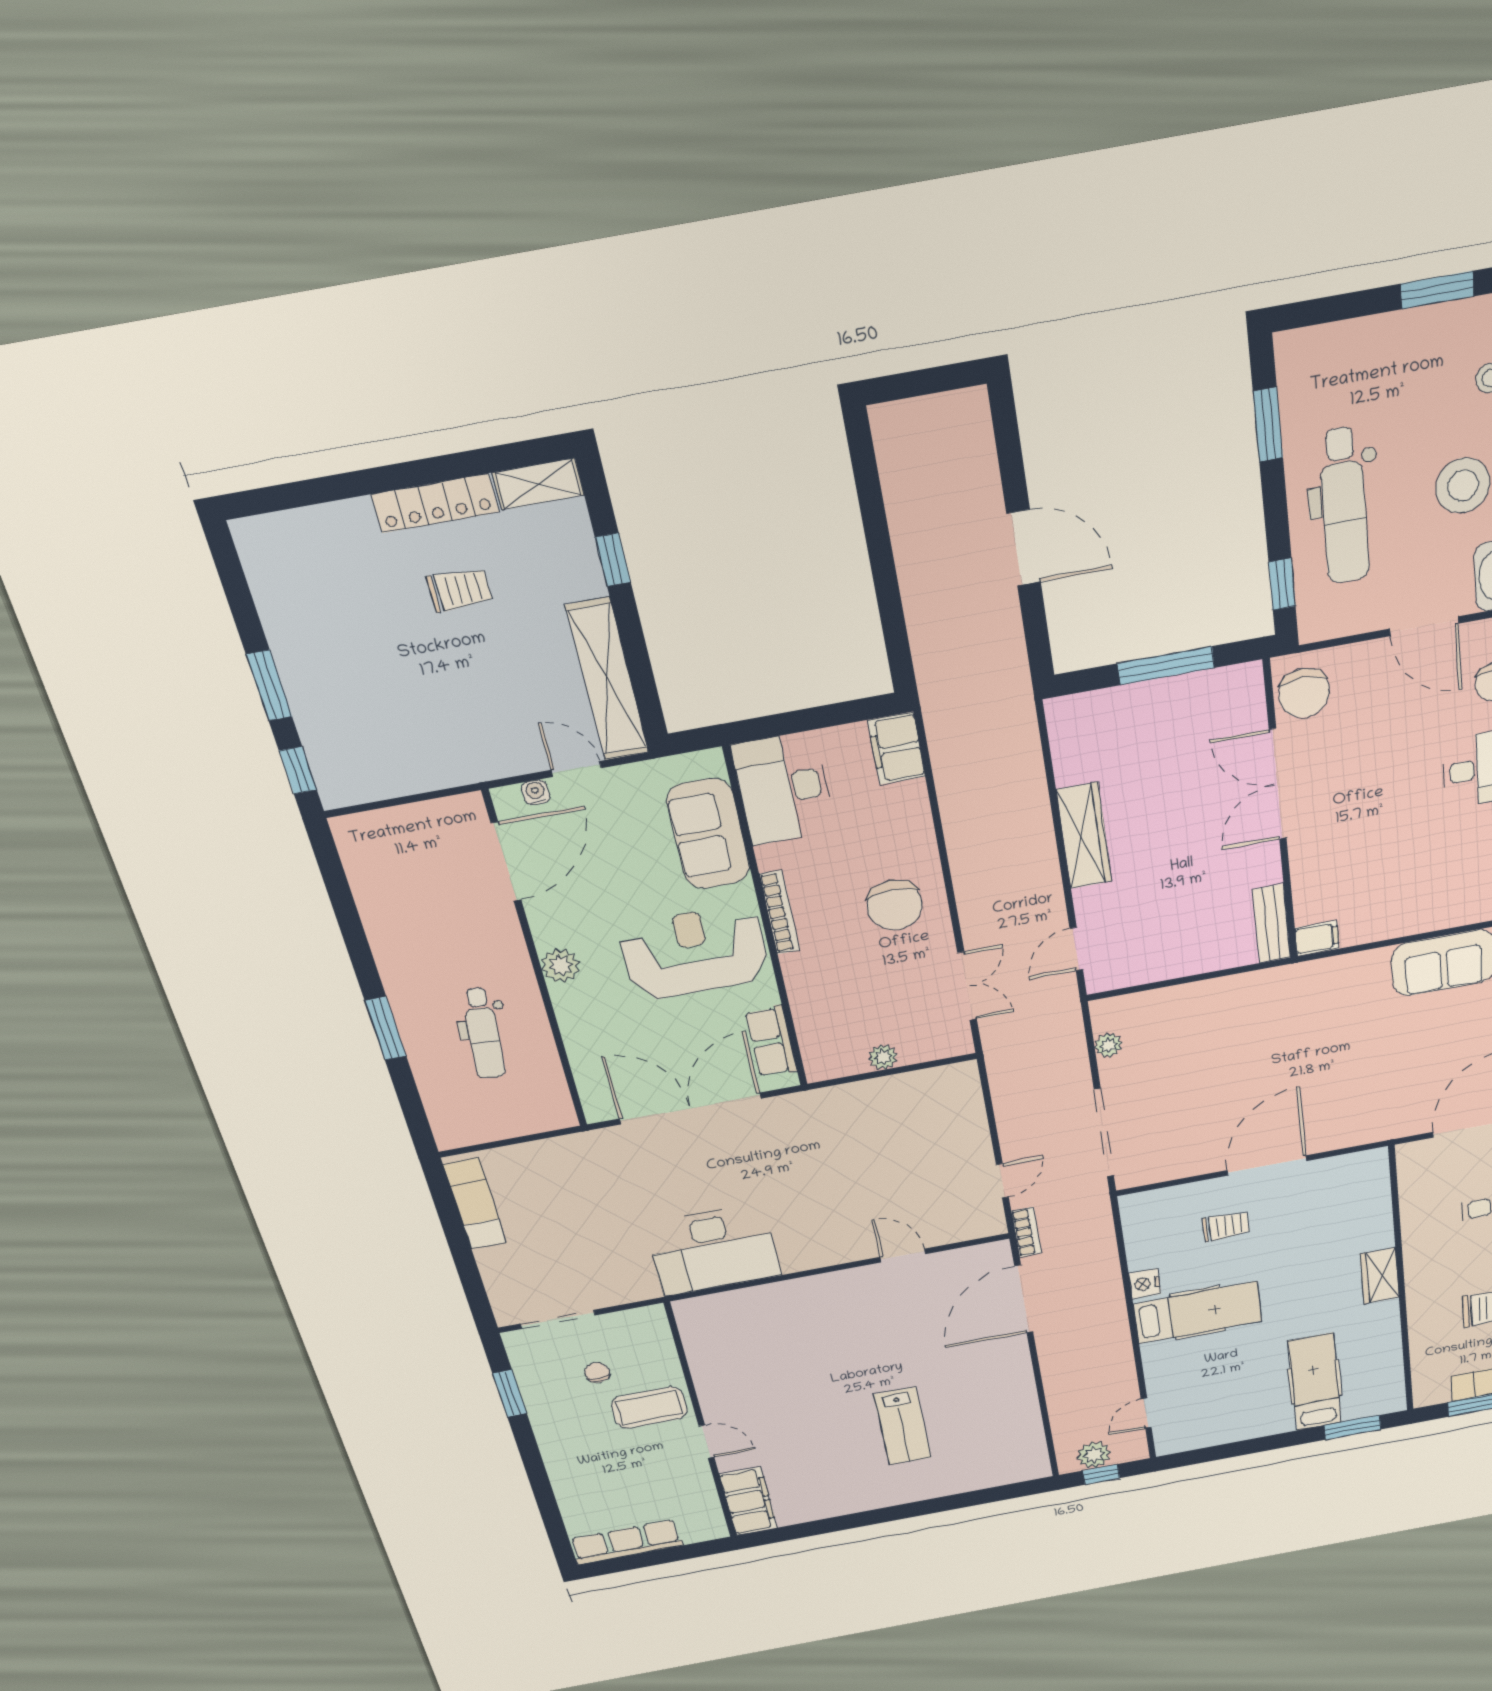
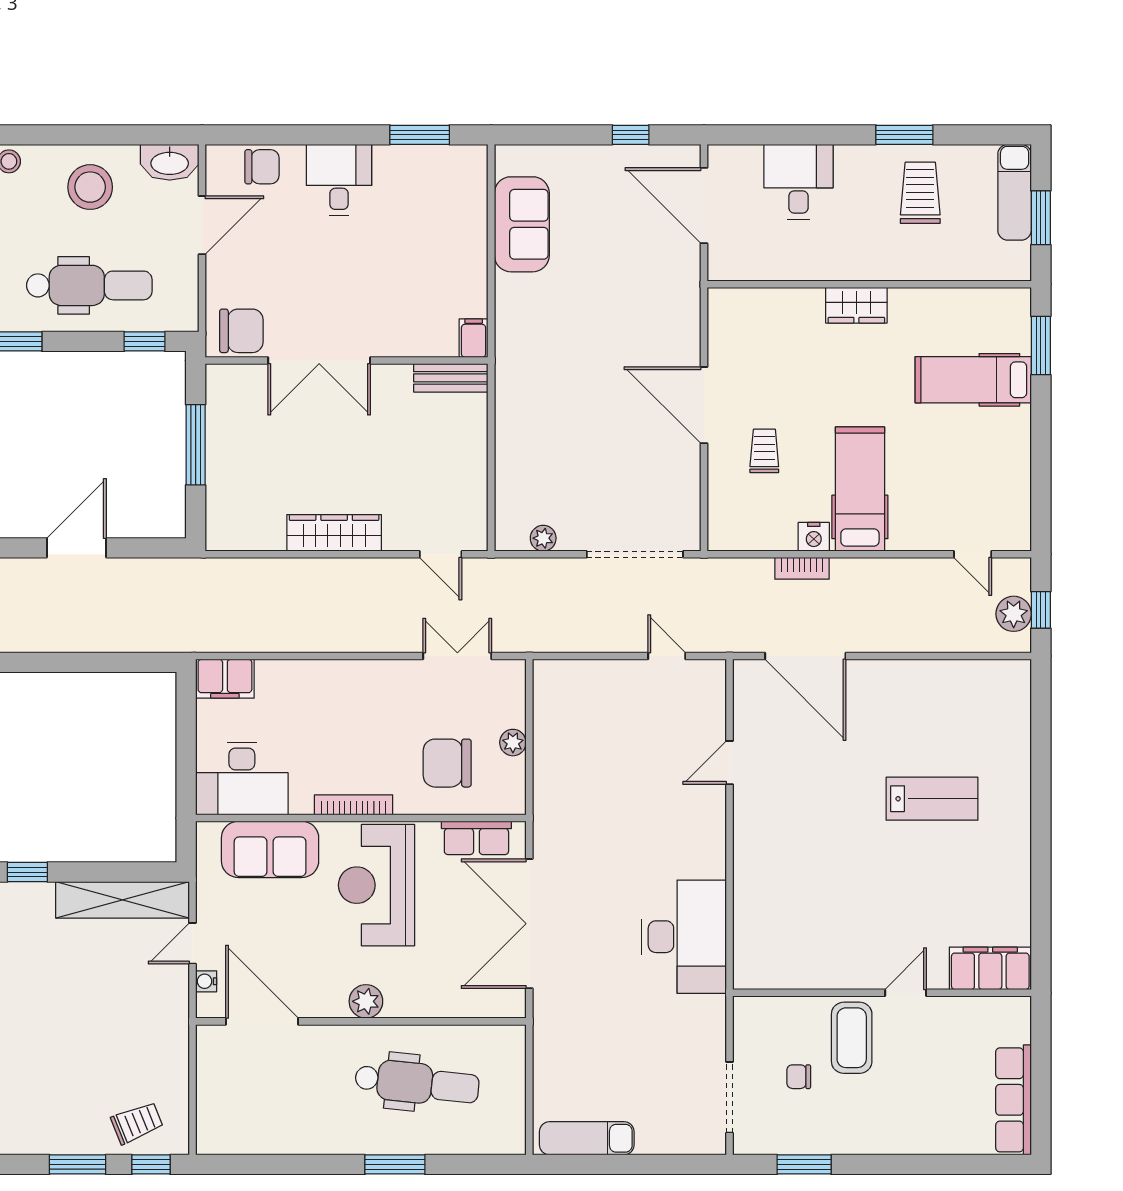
trolley: (459, 590) -> (137, 1123), moved, turned 68
chair: (894, 905) -> (447, 763), moved, turned 180
dental chair: (484, 1033) -> (417, 1083), width x1.36, depth x1.38
bookcase: (1027, 1232) -> (802, 568), moved, turned 180

